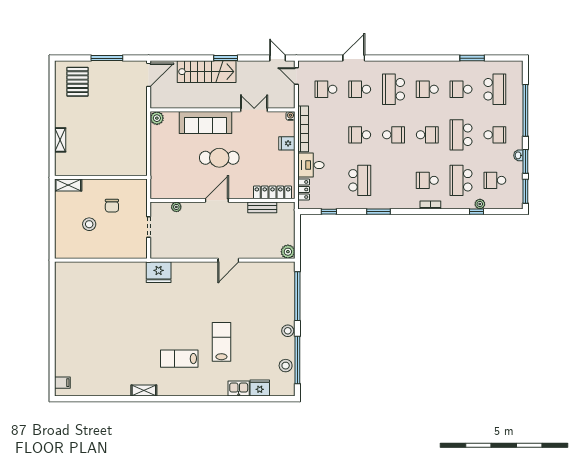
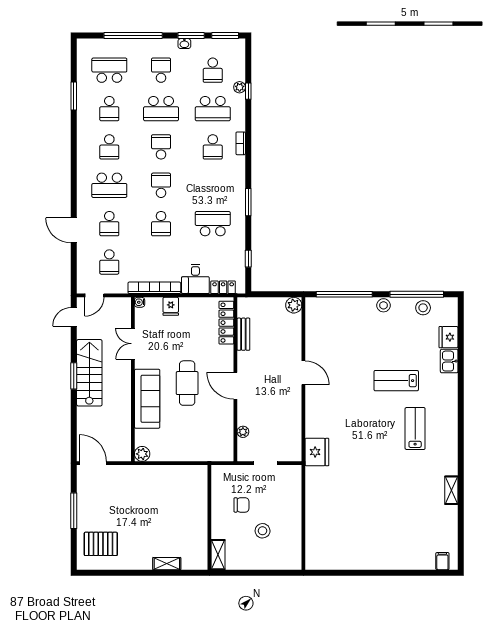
stairs: (207, 72) -> (89, 373), moved
lab bench: (179, 359) -> (415, 429), turned 180
shelving: (144, 391) -> (451, 490), moved

